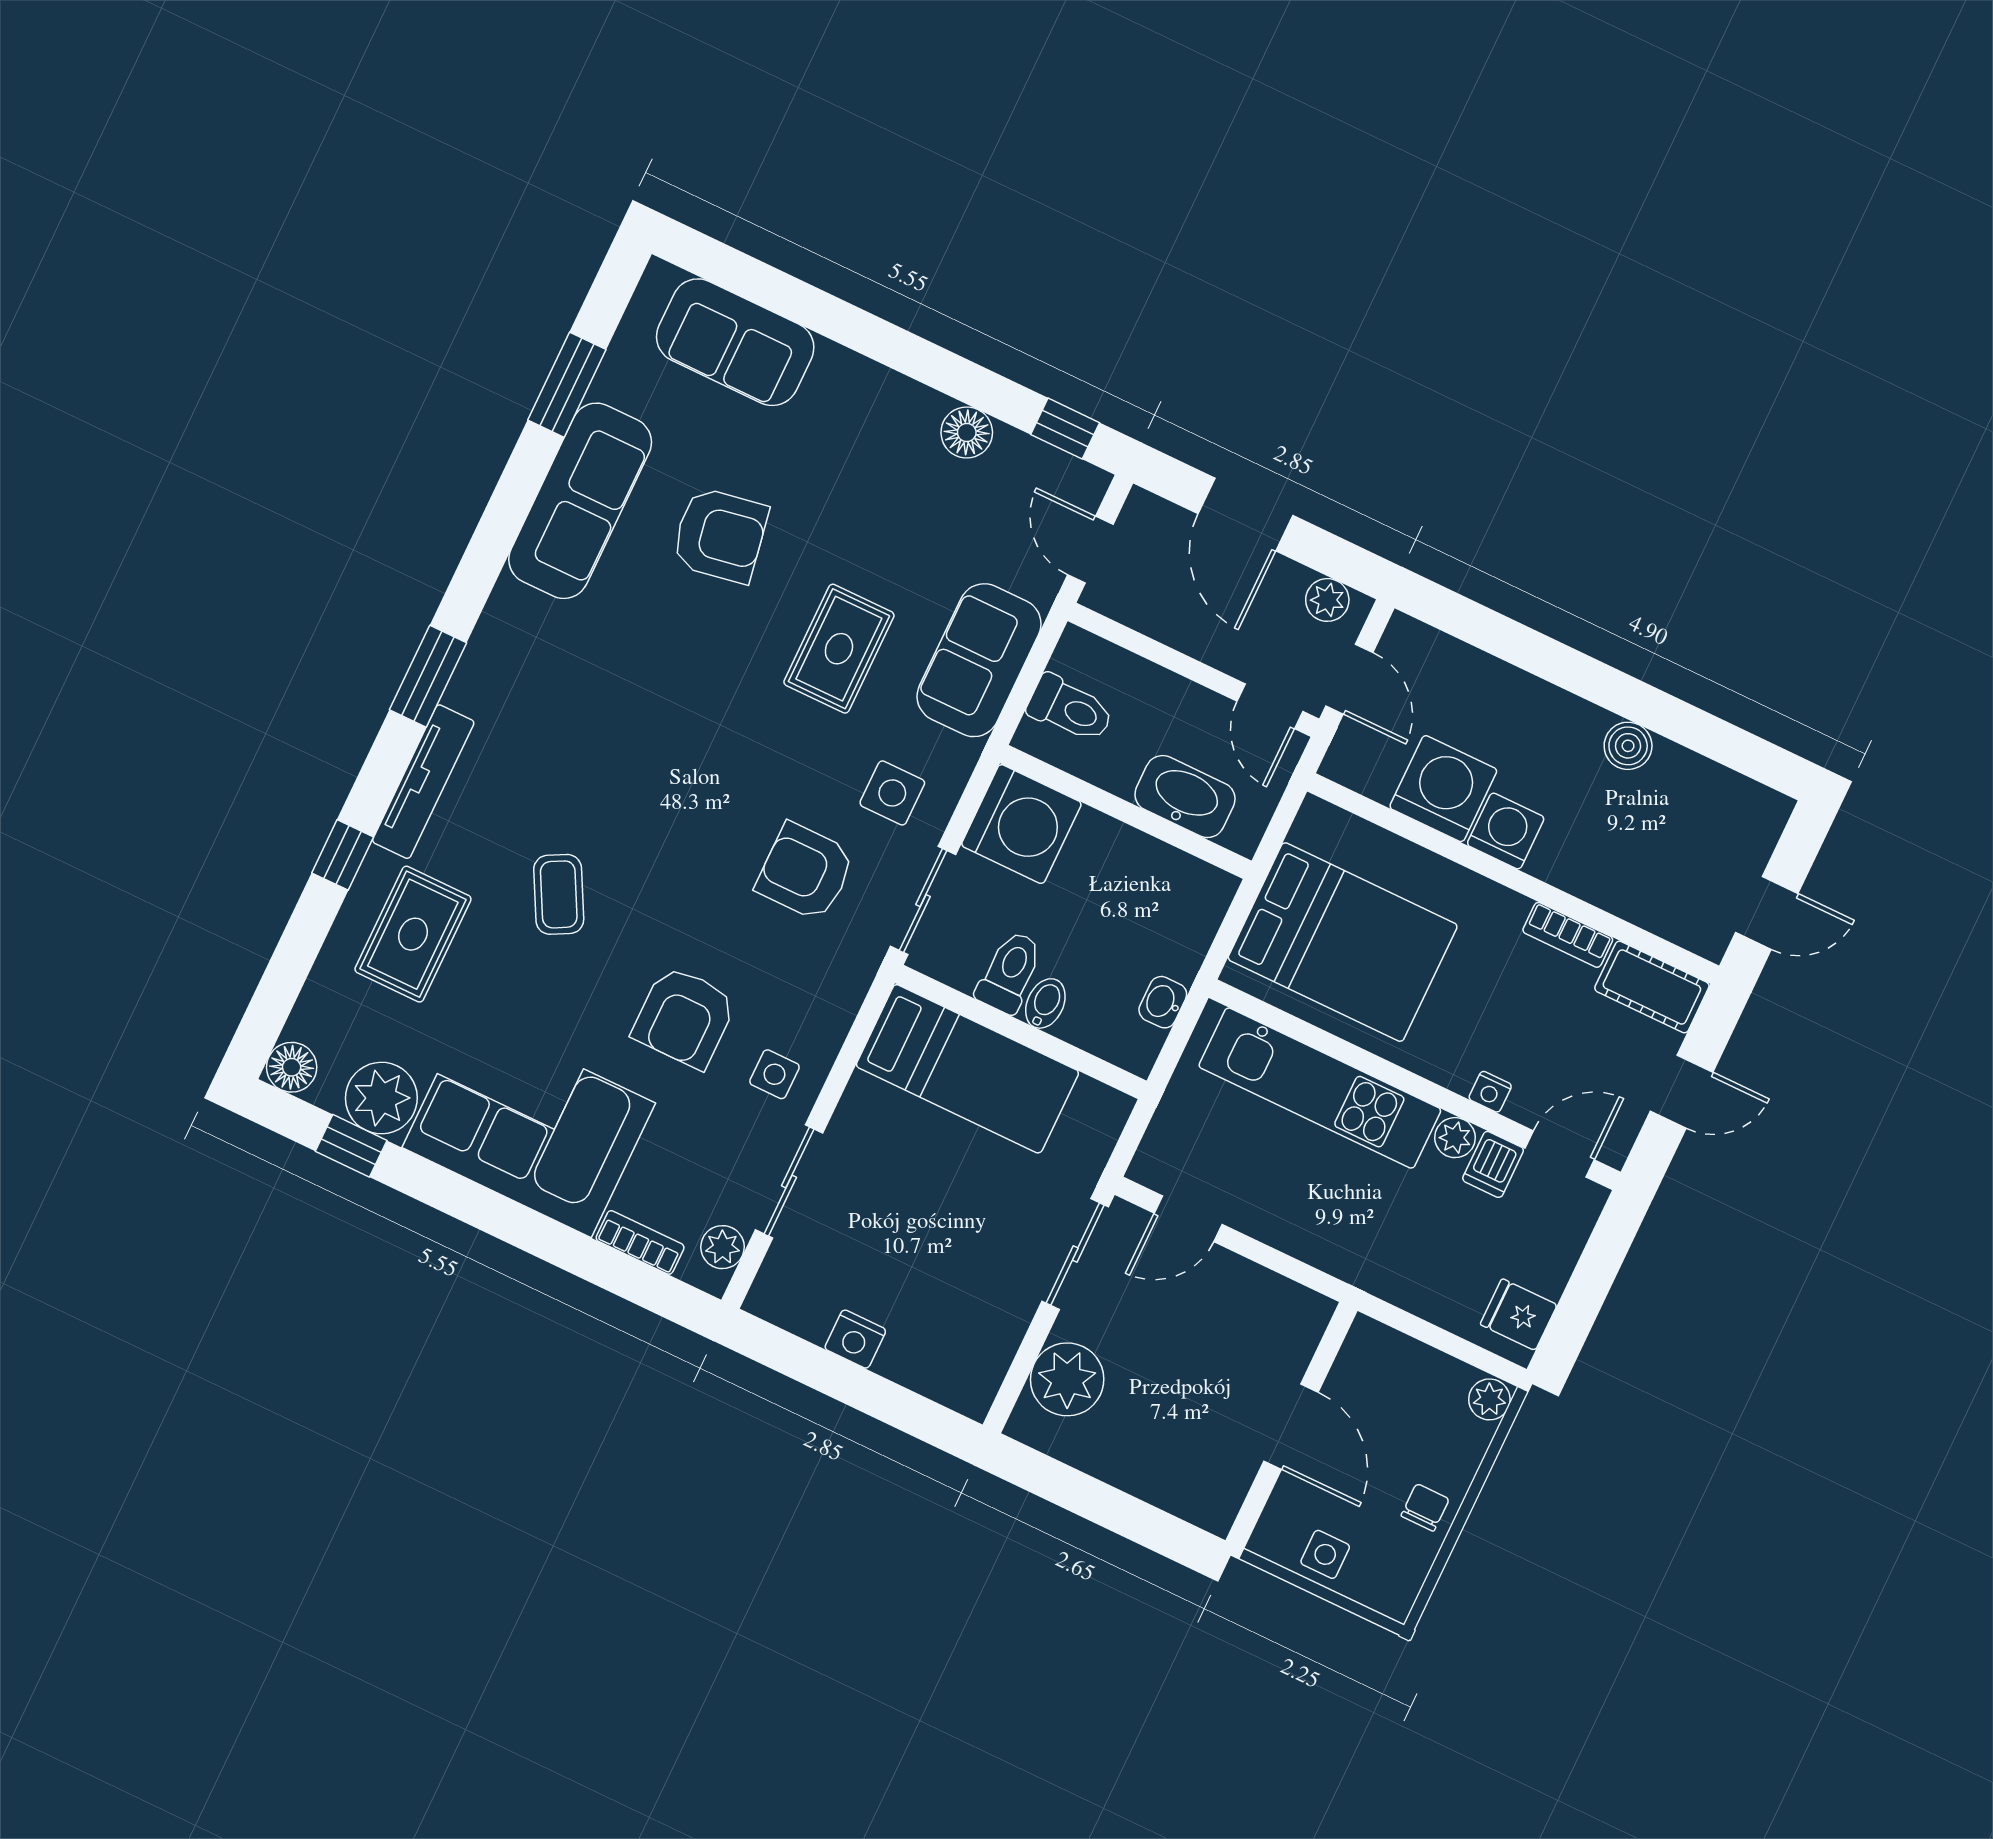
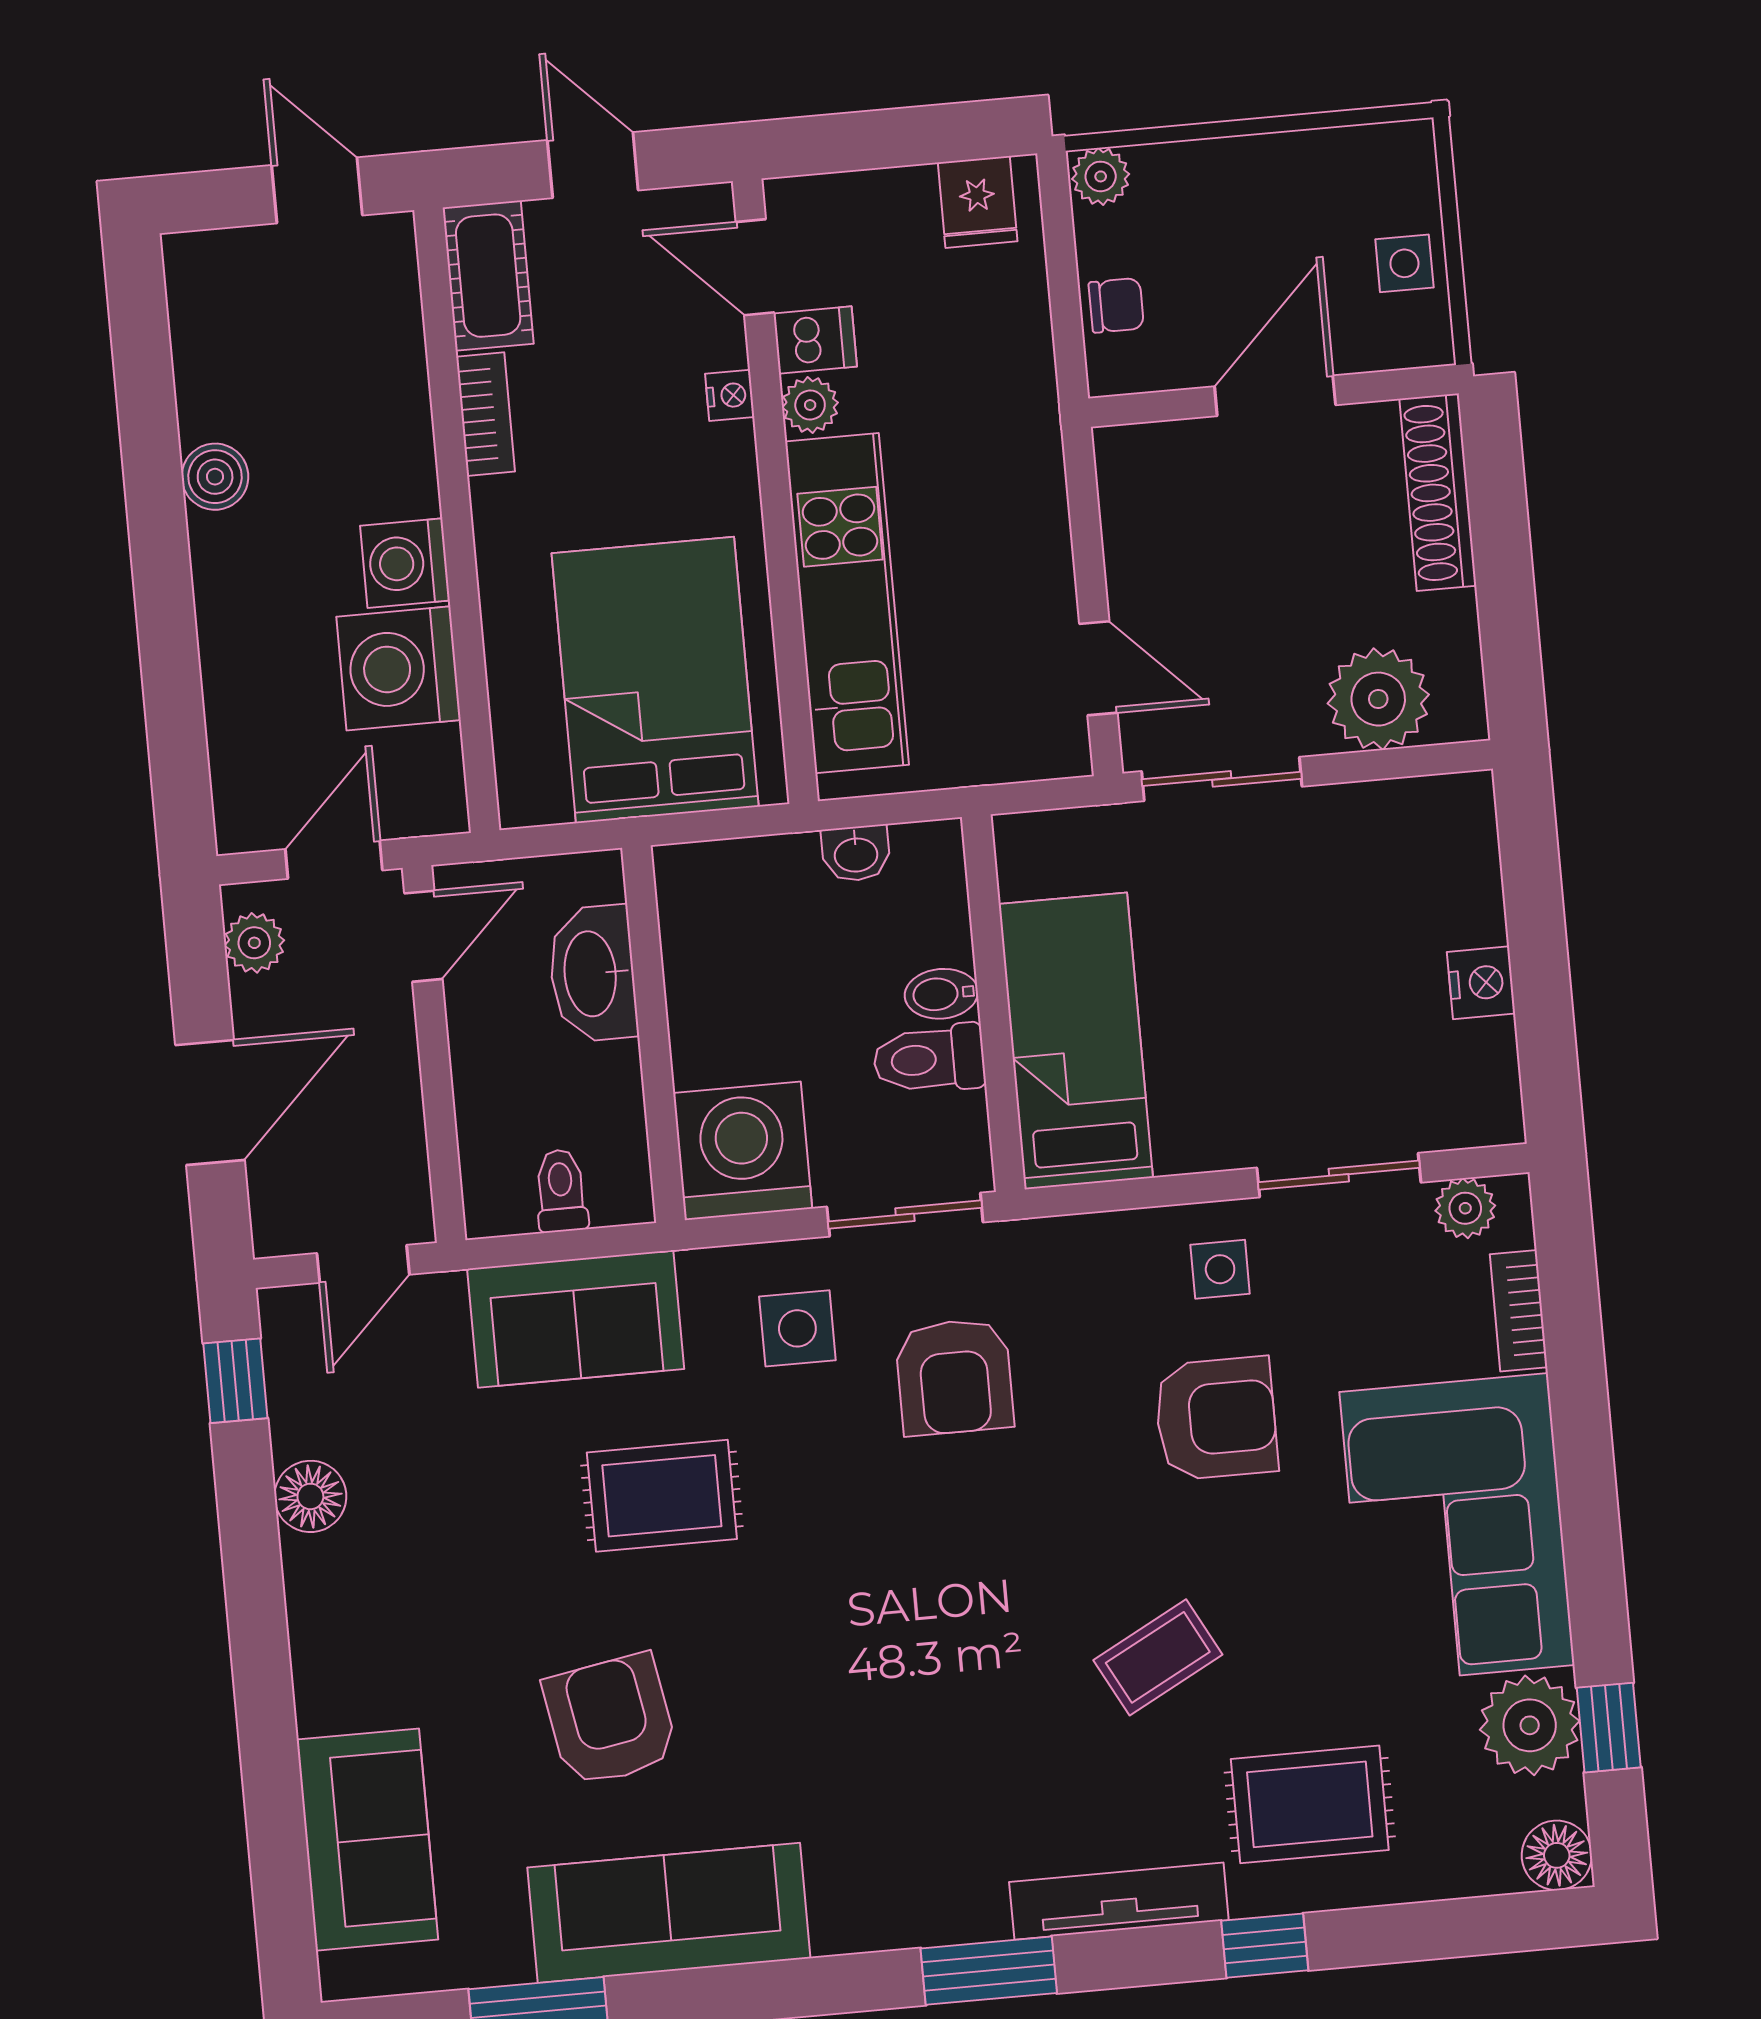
toilet: (1070, 709) -> (561, 1191), width x0.73, depth x0.72
shoe rack: (1172, 1491) -> (1438, 492), added
chair: (1425, 1507) -> (1116, 305), moved, turned 180

